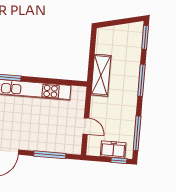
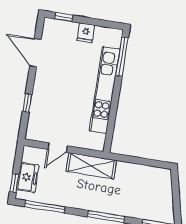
shelving: (101, 75) -> (91, 166), moved
window: (50, 155) -> (27, 103), width x0.46

